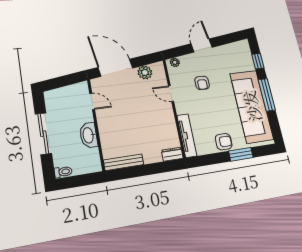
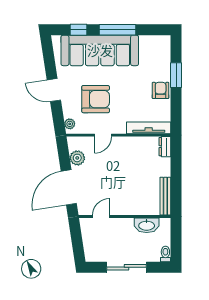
armchair: (202, 83) -> (96, 99), width x1.88, depth x1.88
sofa: (252, 106) -> (100, 50), moved
washbasin: (89, 135) -> (147, 225), moved

